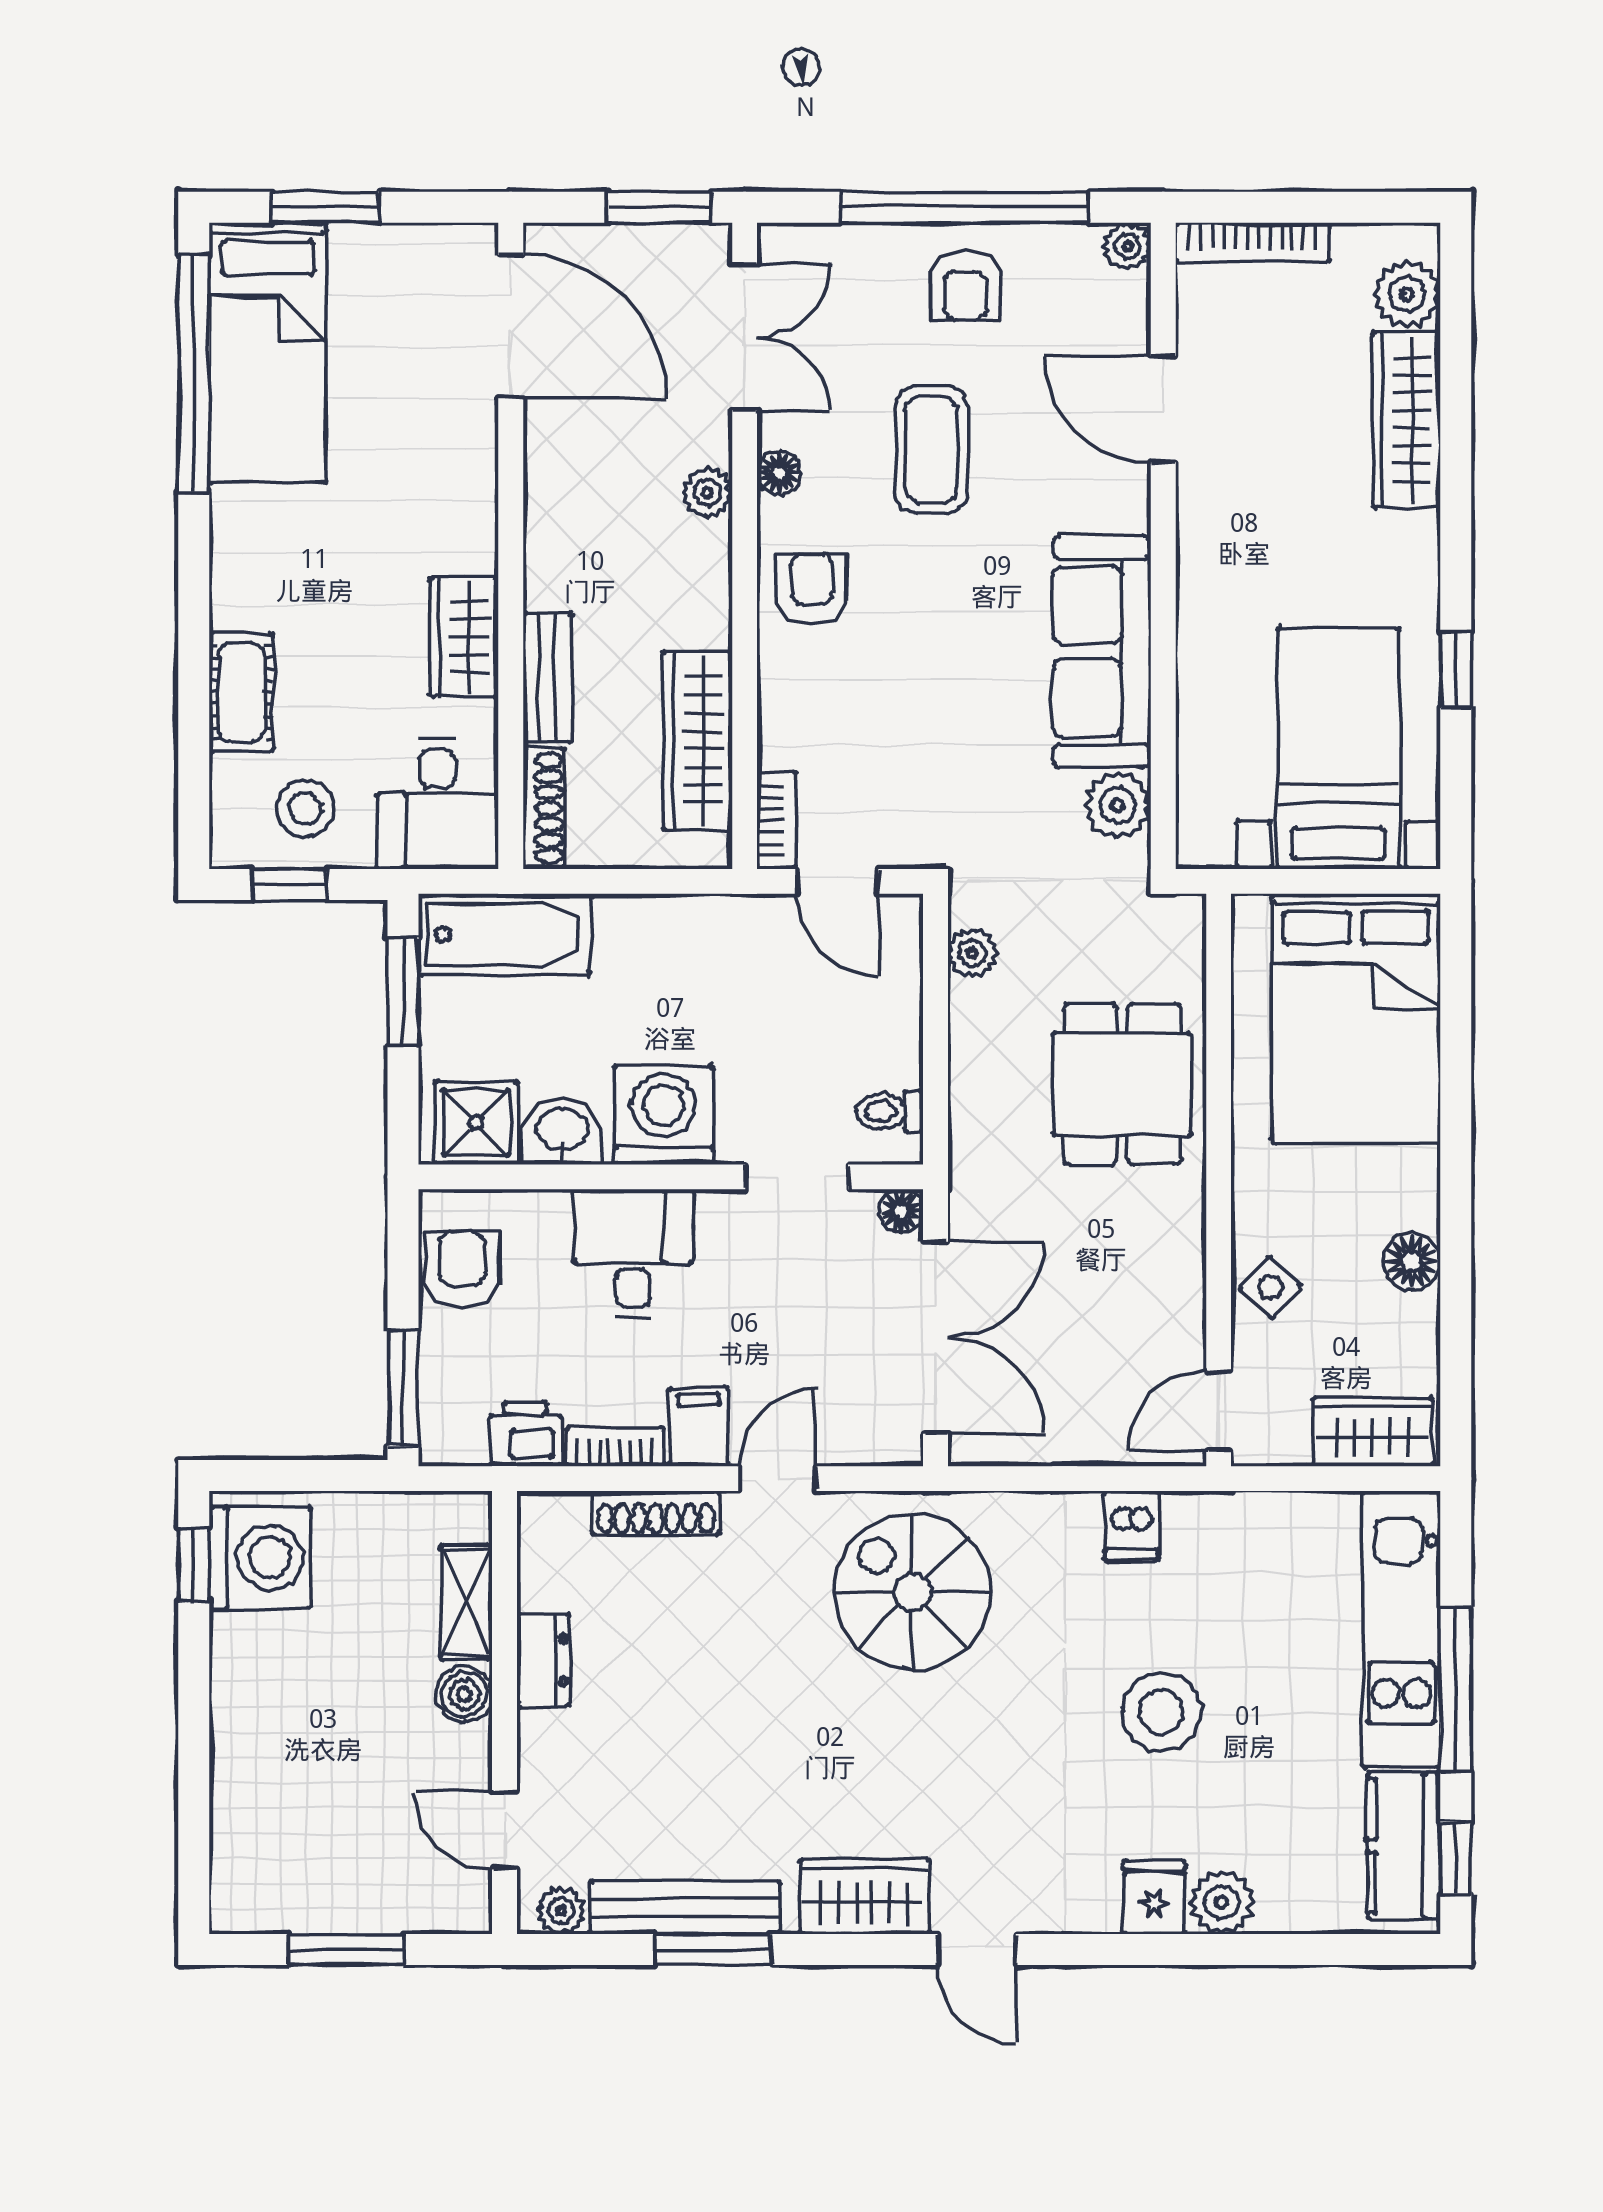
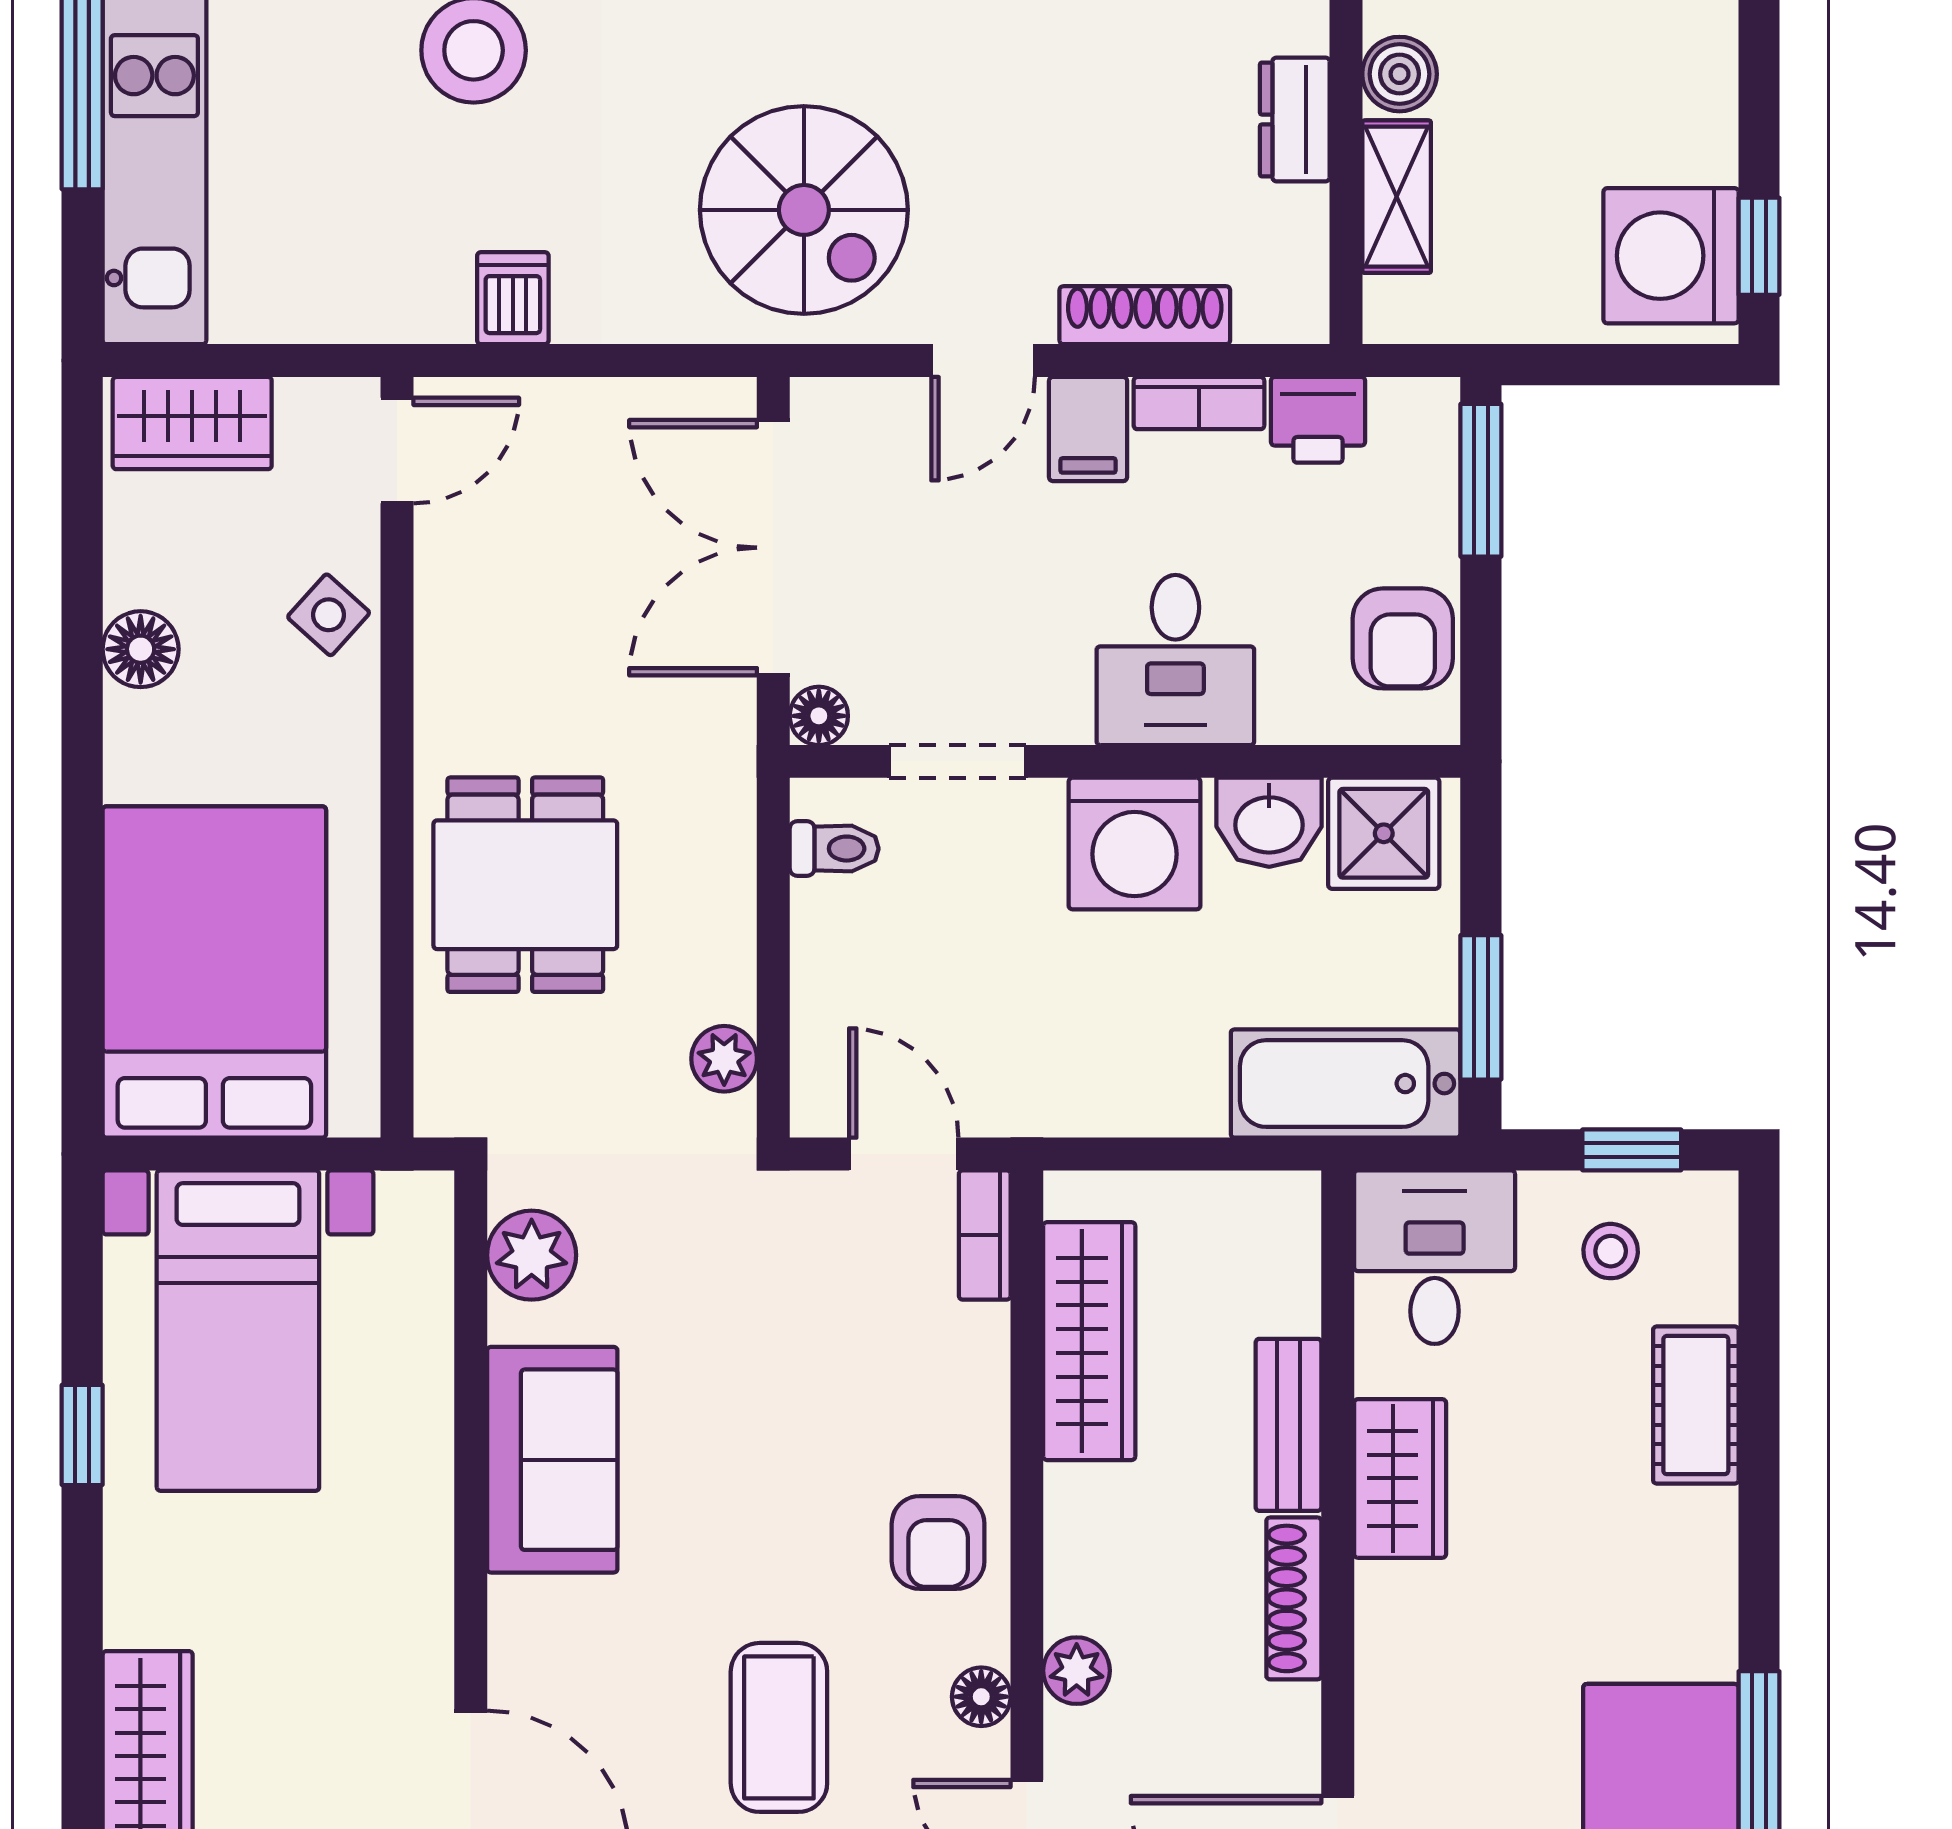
sofa: (1102, 651) -> (552, 1460), width x0.73
stool: (305, 808) -> (1611, 1251), width x0.73, depth x0.73
shoe rack: (544, 808) -> (1294, 1598), moved

